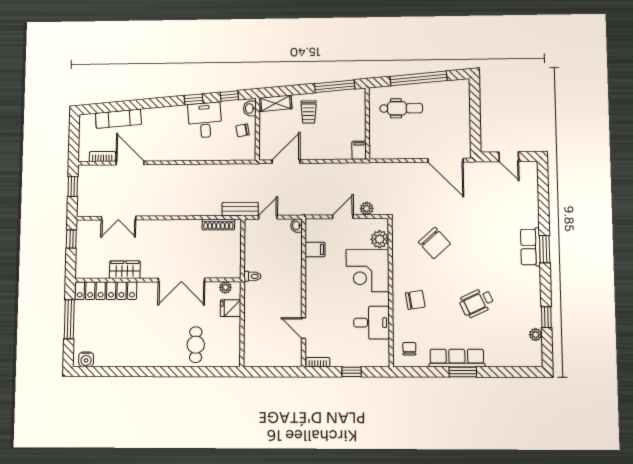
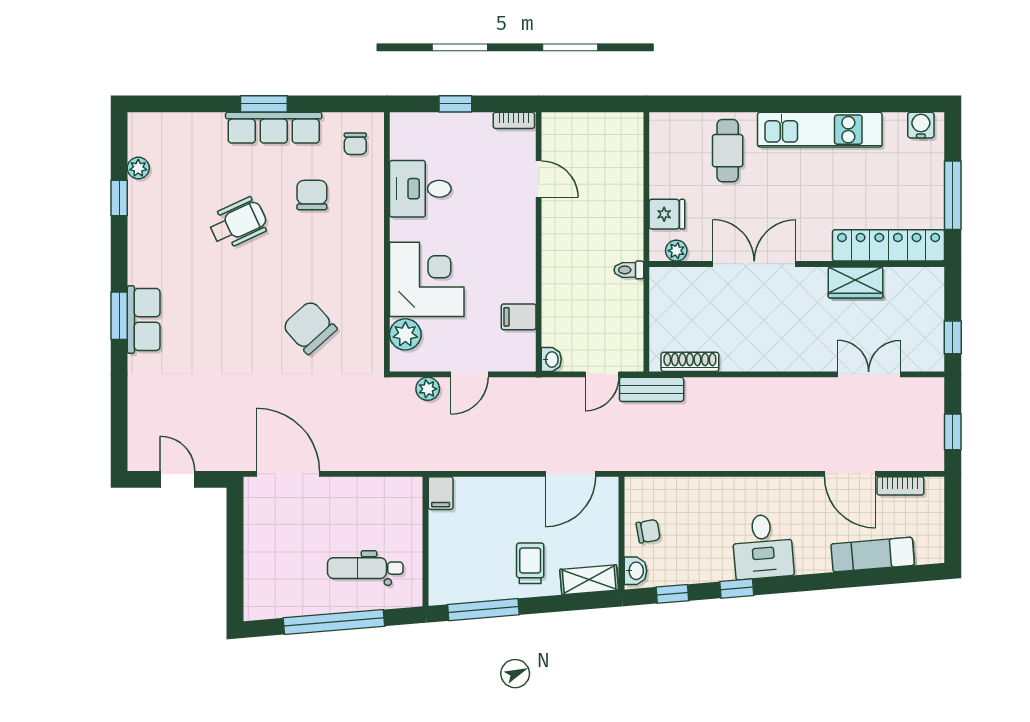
desk: (205, 120) -> (763, 546), moved
chair: (415, 300) -> (312, 195), moved, turned 99
kitchen unit: (143, 357) -> (820, 130), added

